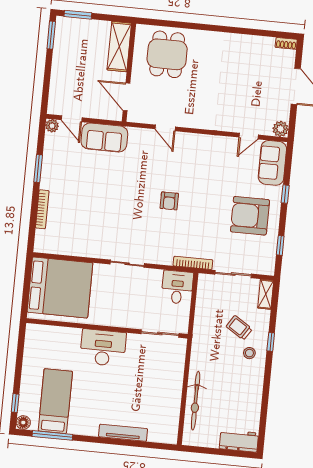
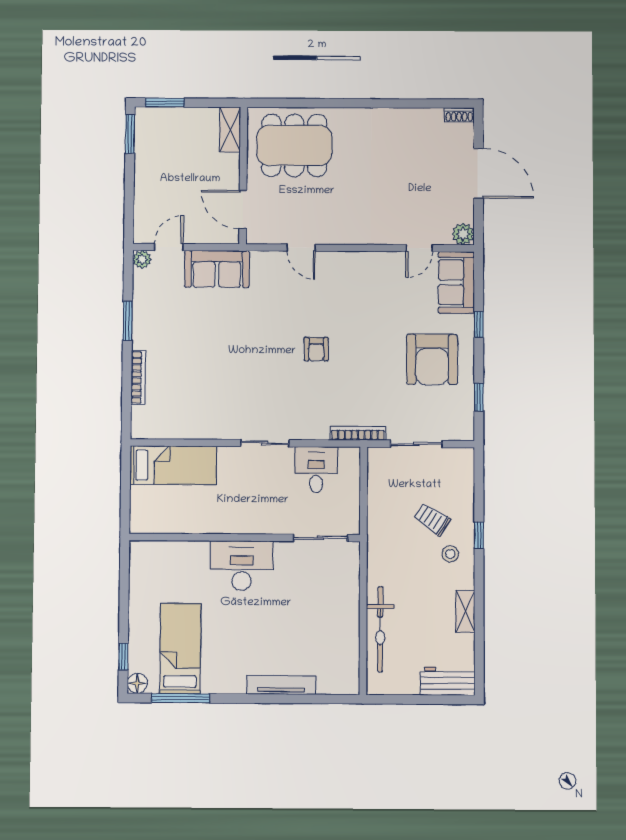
shelving: (119, 47) -> (230, 130), width x0.67, depth x0.75
dining table: (167, 54) -> (294, 145), width x1.38
door: (72, 119) -> (169, 247), swing flipped
armchair: (250, 216) -> (432, 359), turned -90
bed: (60, 287) -> (173, 465), width x0.49
desk: (177, 287) -> (316, 470), moved
shelving: (266, 294) -> (465, 611), moved

